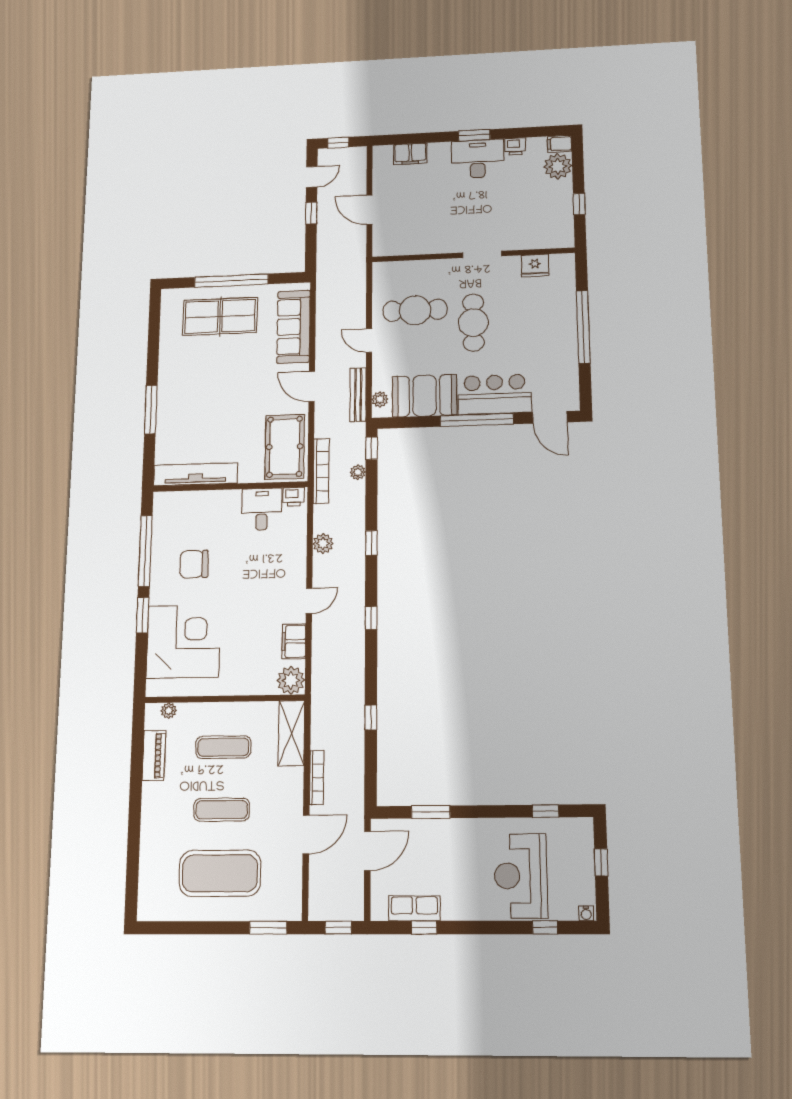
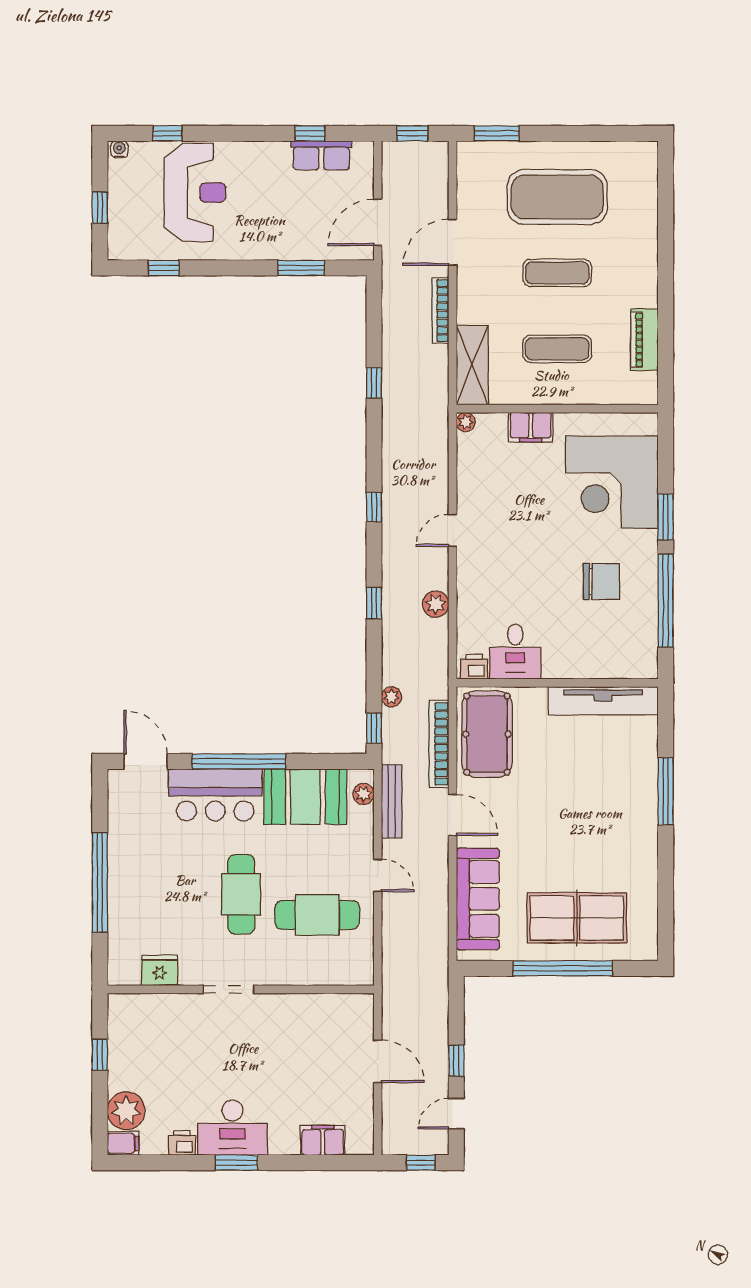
bookcase: (321, 471) -> (439, 744), moved
filing cabinet: (294, 641) -> (531, 427), moved, turned 90
plant: (291, 680) -> (466, 422), width x0.53, depth x0.53
plant: (169, 711) -> (628, 395), removed

